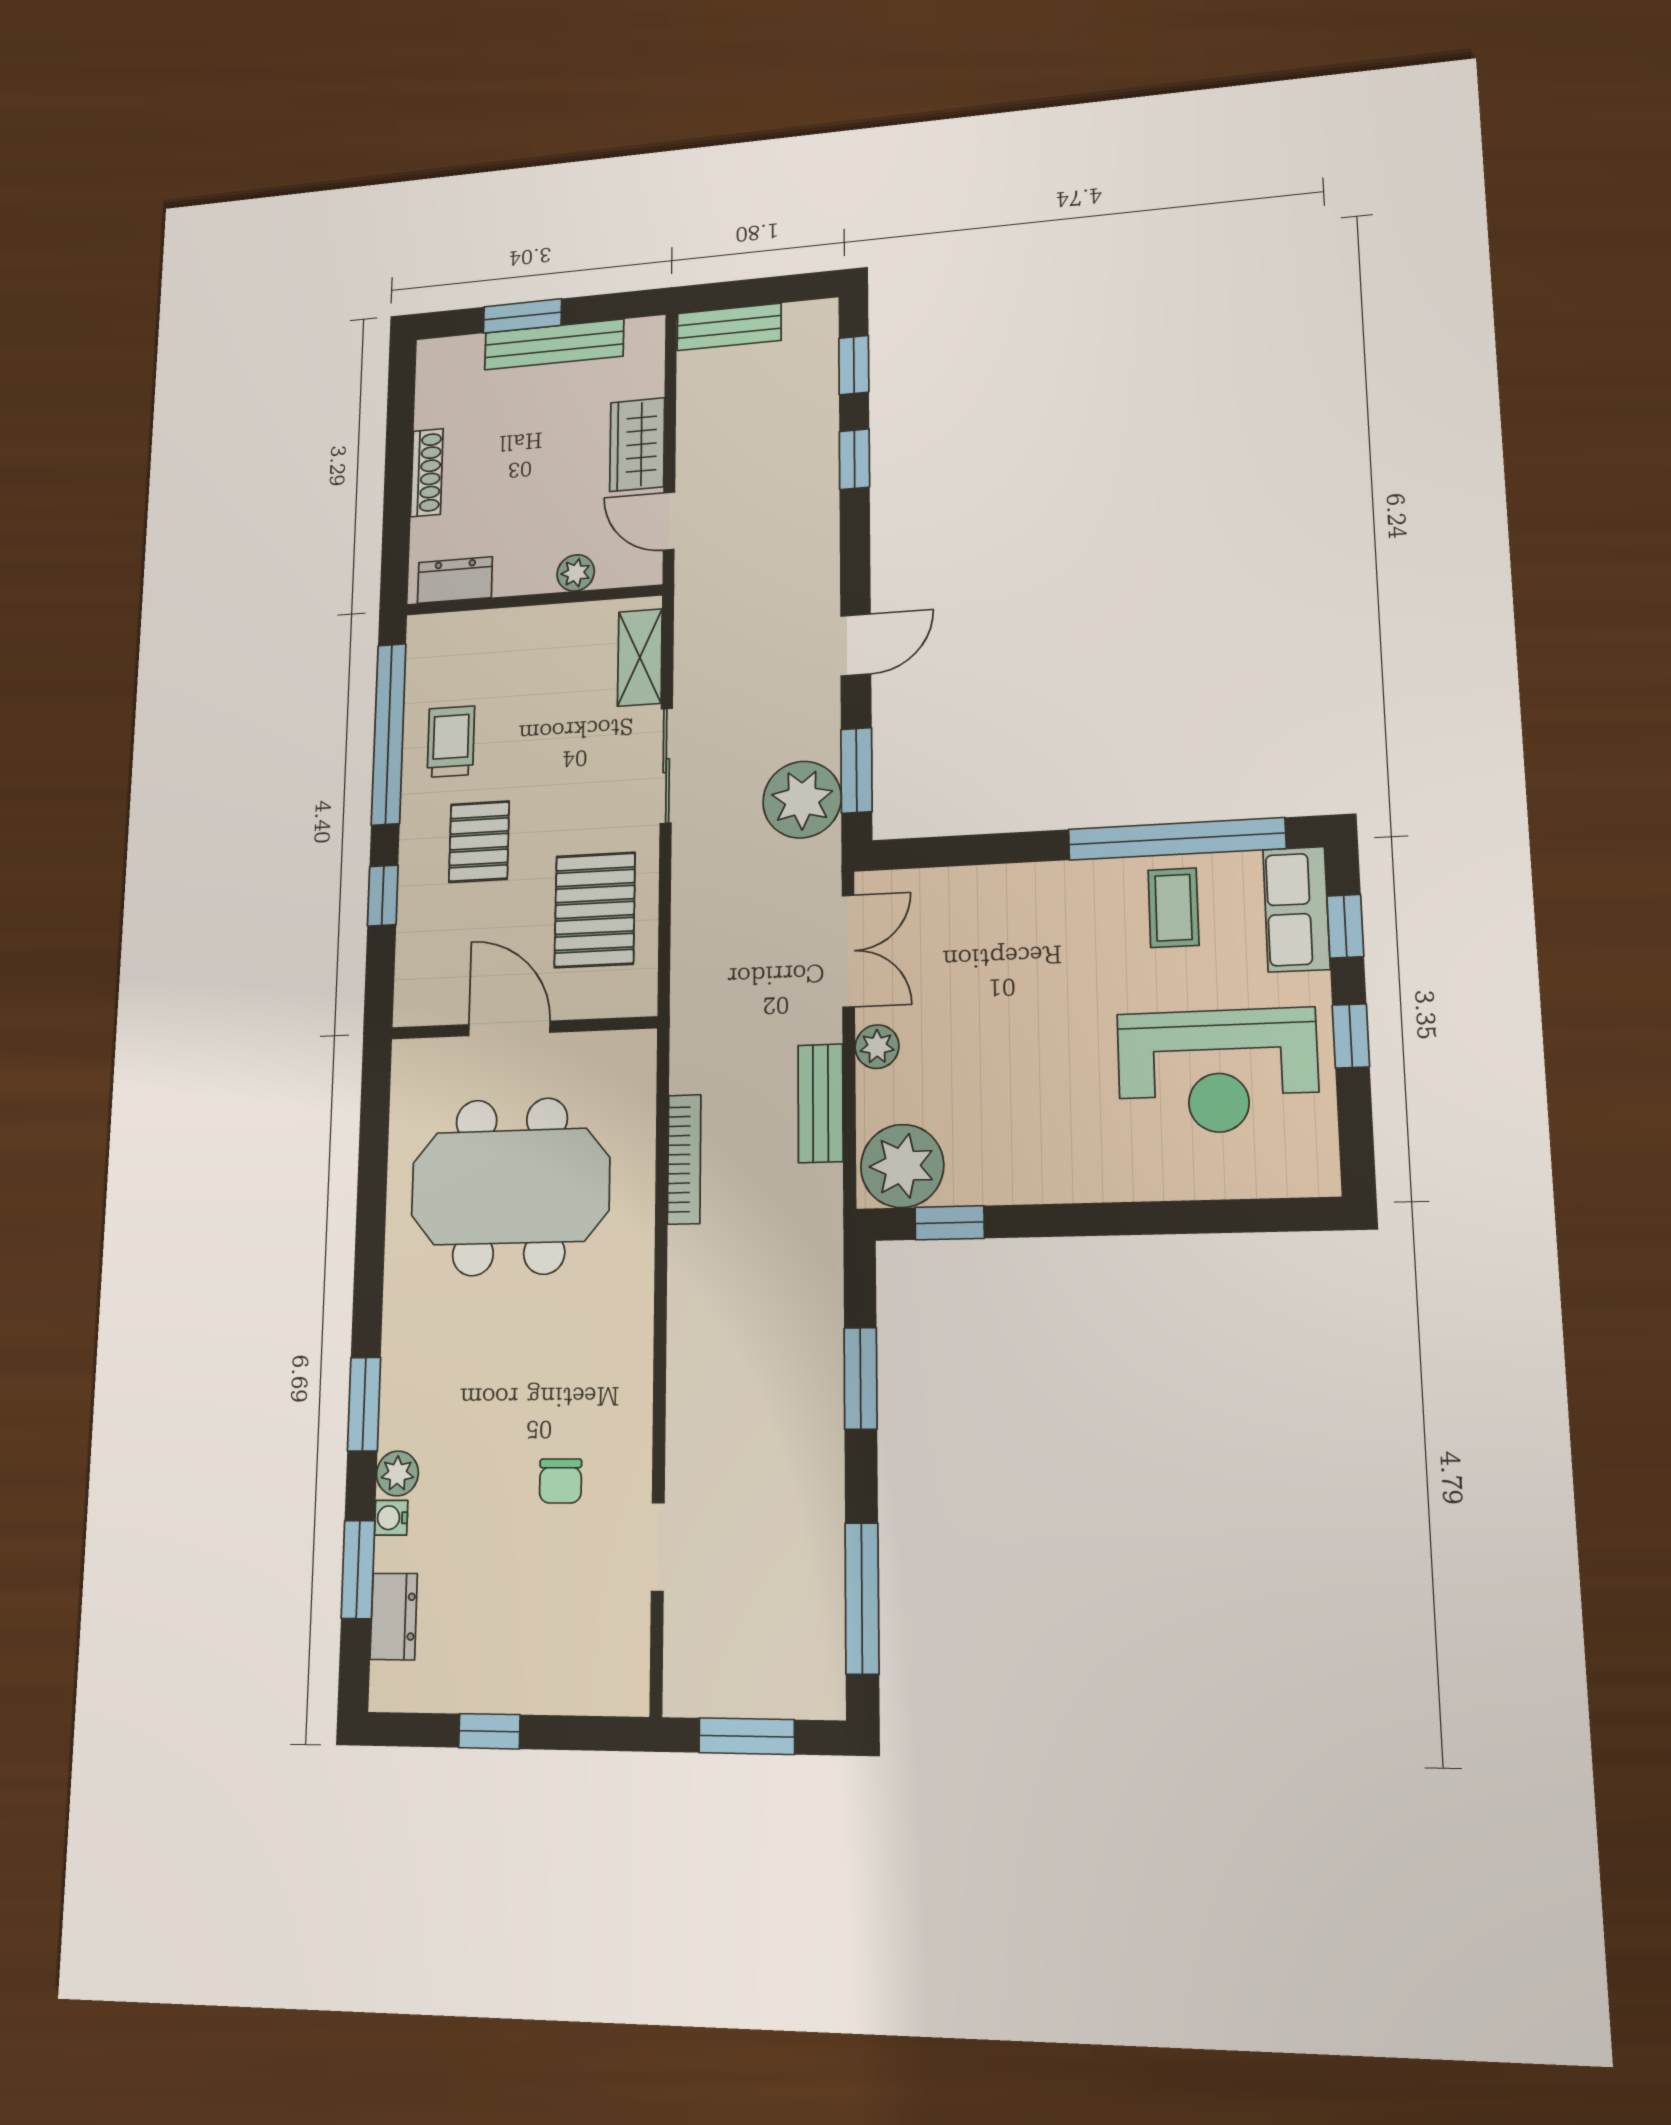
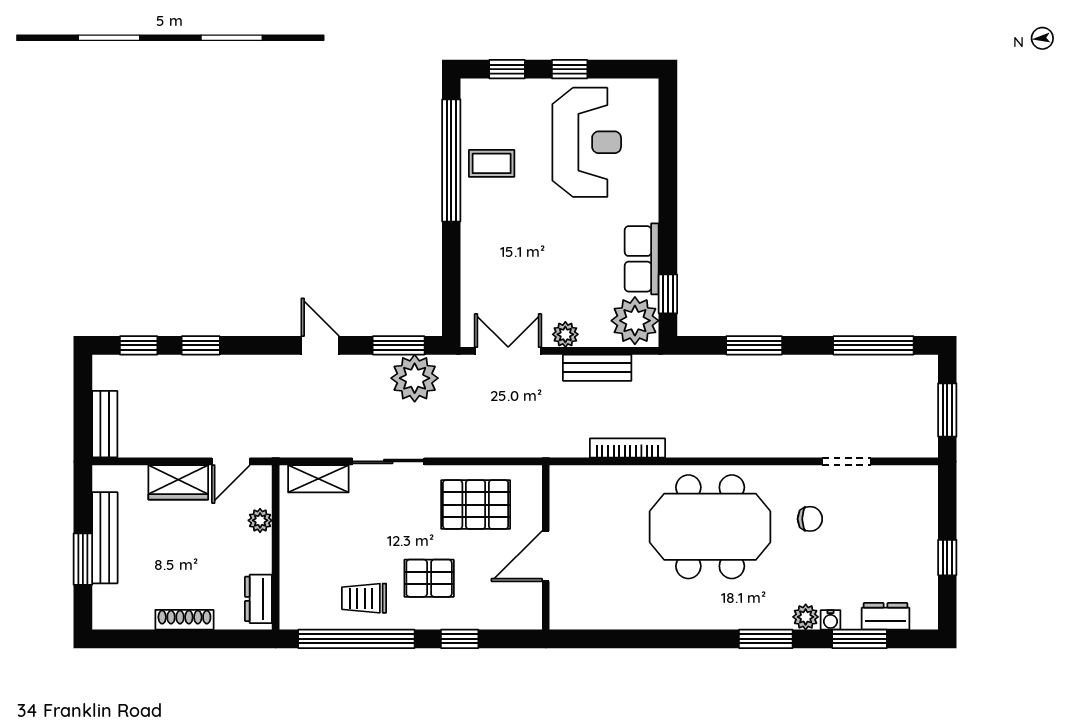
row of seats: (1296, 909) -> (642, 259), moved, turned 90
meeting table: (510, 1187) -> (710, 527), moved, turned 90

